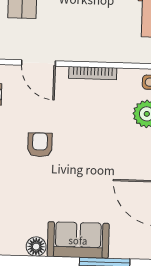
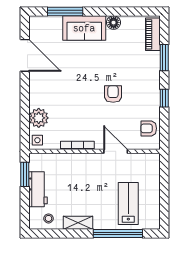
armchair: (40, 145) -> (113, 94), turned 180

